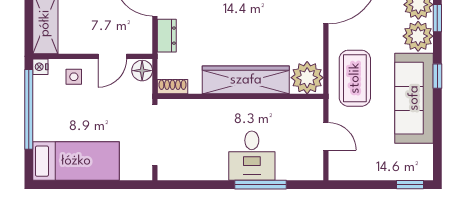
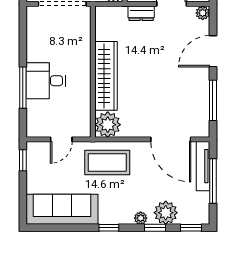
plant: (418, 36) -> (141, 218), width x0.53, depth x0.53
shoe rack: (173, 87) -> (101, 18), removed
sofa: (414, 98) -> (62, 209), moved
window: (410, 185) -> (23, 160), moved

